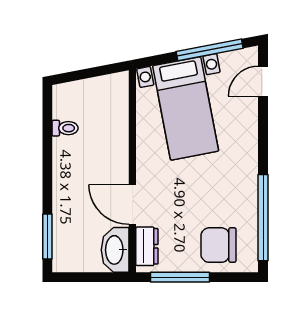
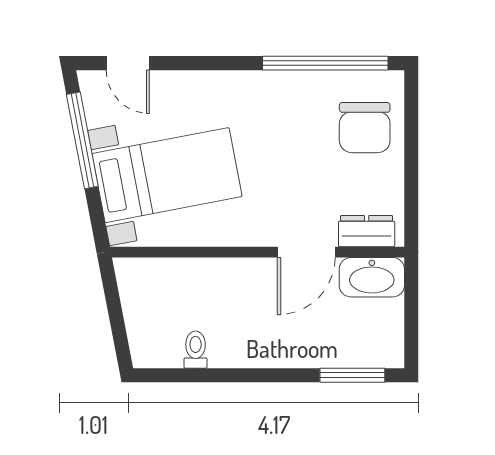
window: (180, 277) -> (411, 183), removed

